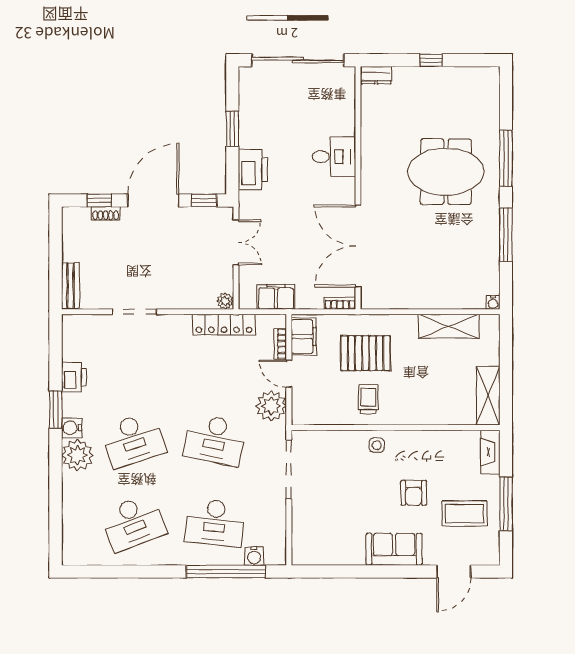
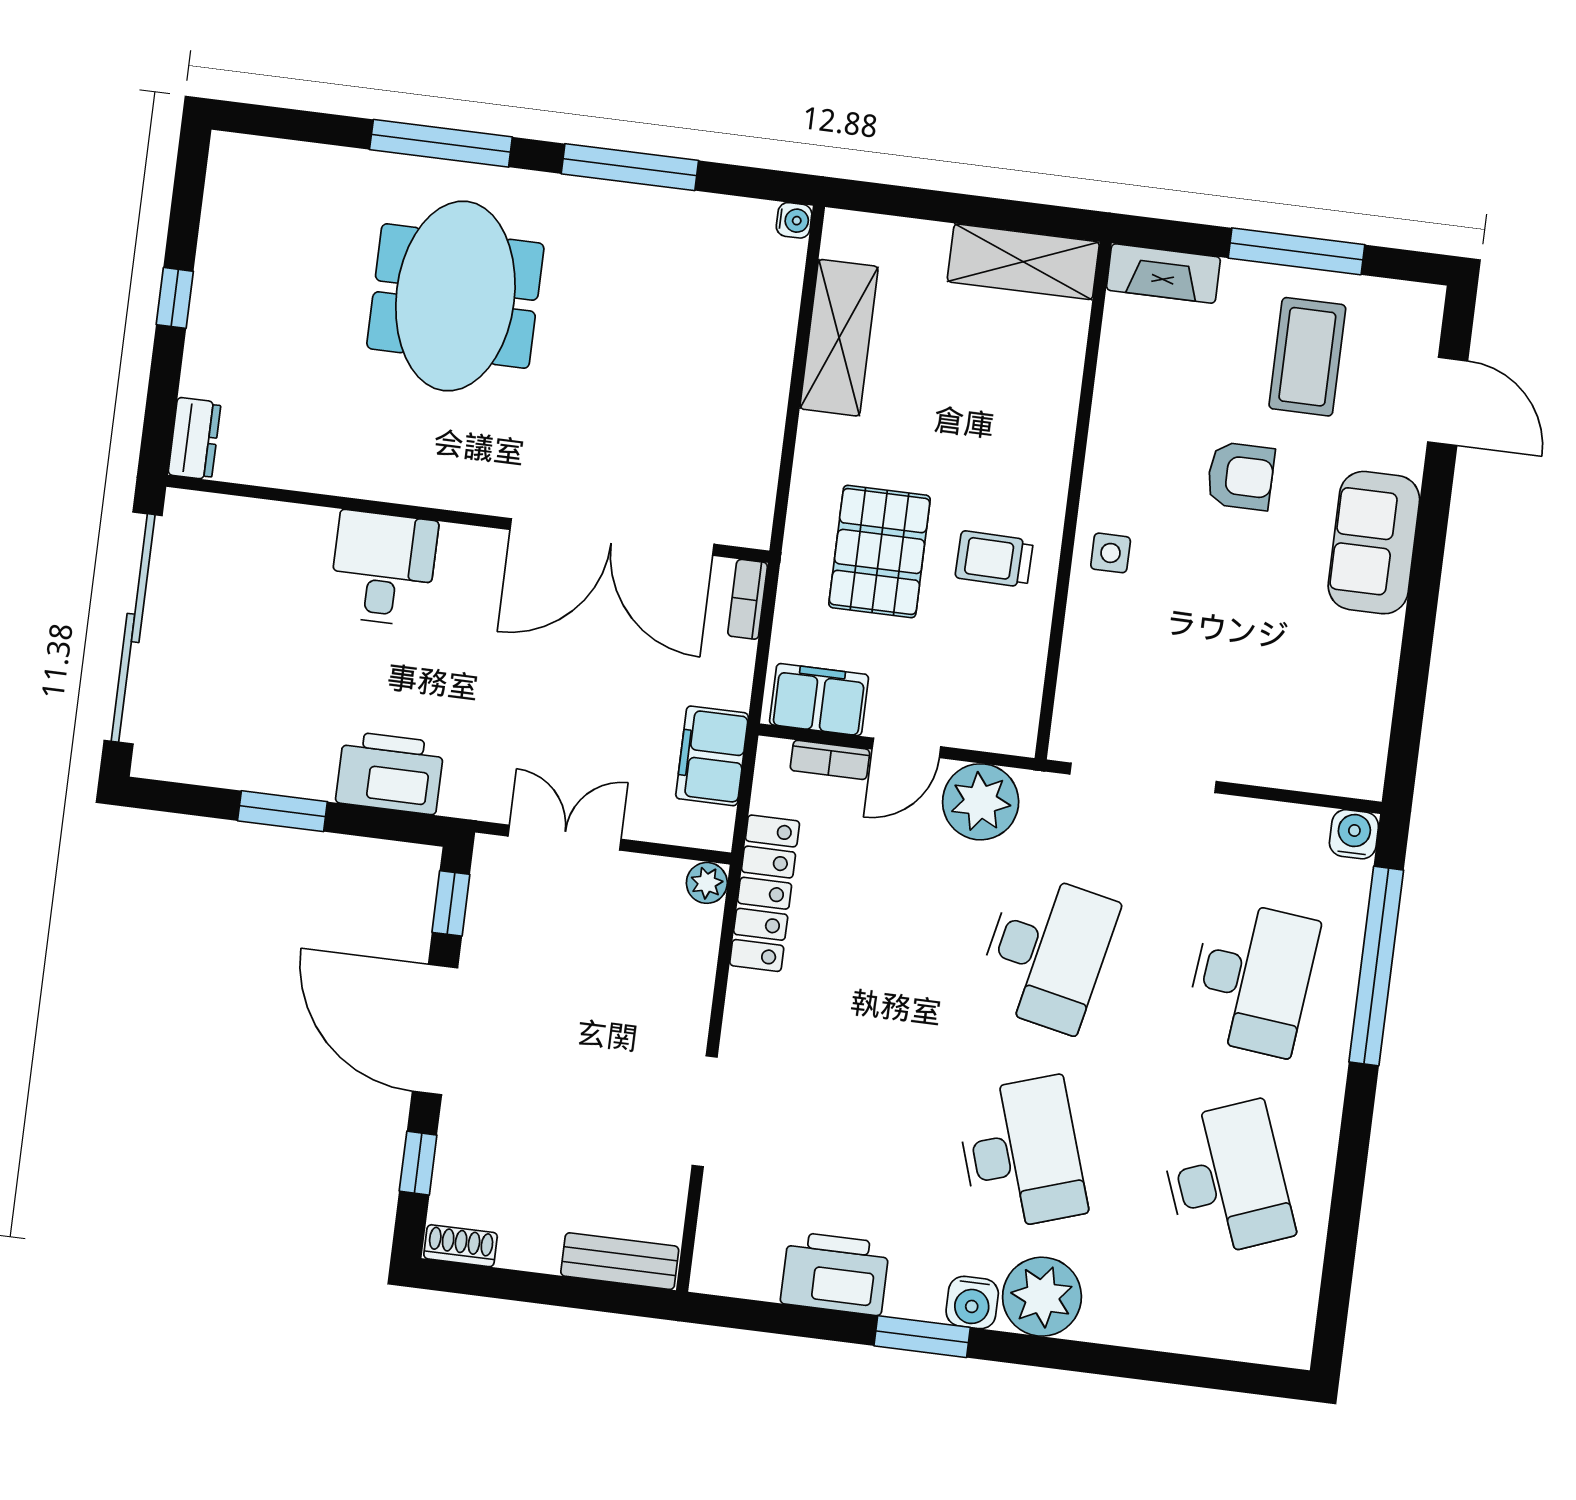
shoe rack: (106, 213) -> (461, 1246), moved, turned -90
printer: (74, 377) -> (835, 1273), width x1.37, depth x1.19
water cooler: (254, 556) -> (1354, 834), moved, turned -90

